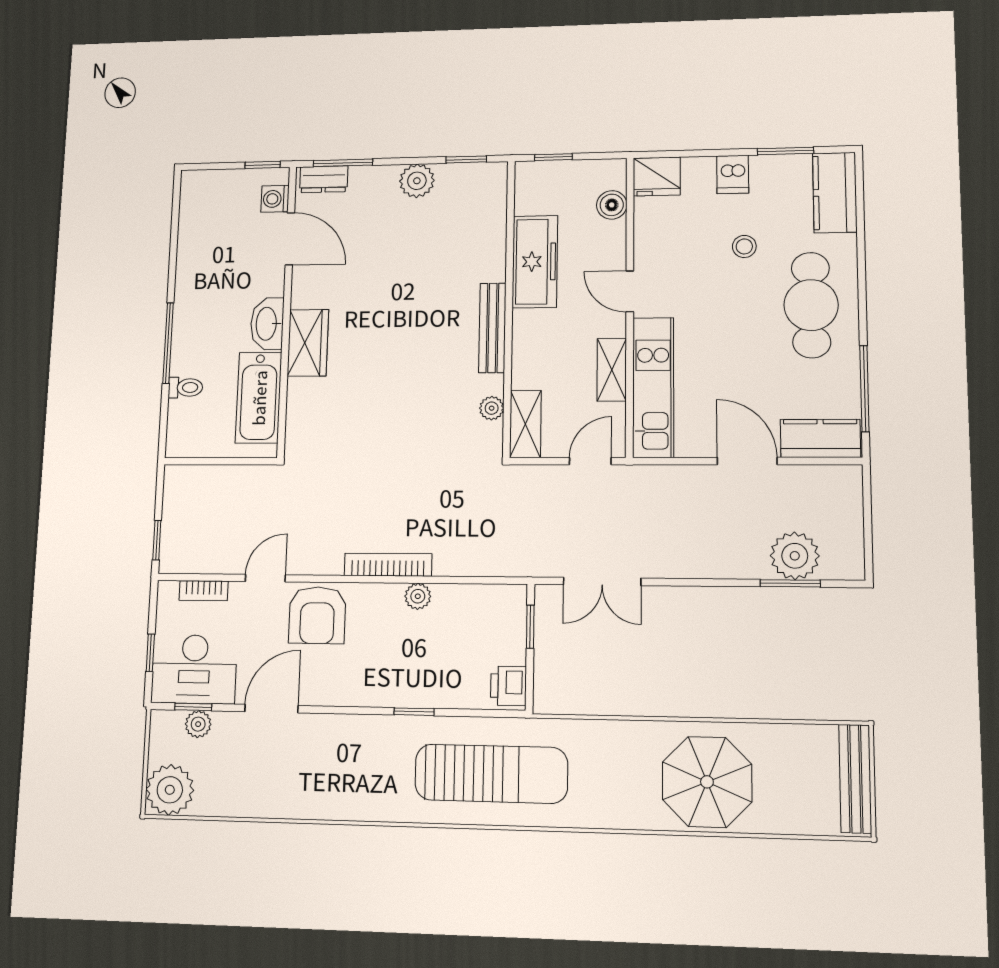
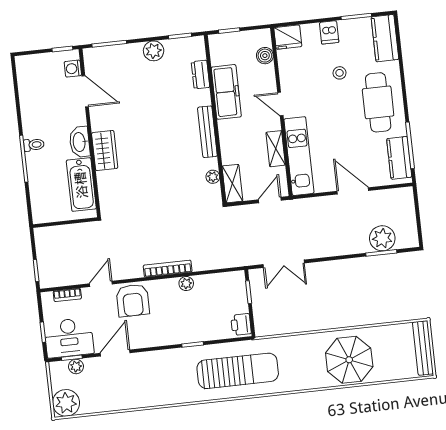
dresser: (324, 179) -> (201, 75), moved, turned 90
toilet: (185, 388) -> (34, 145), moved
kitchen counter: (820, 438) -> (399, 158), moved, turned -90

